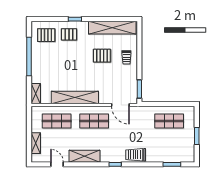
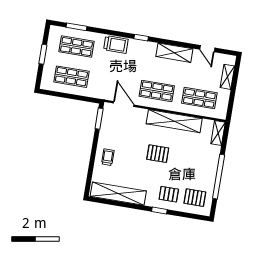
pallet: (102, 56) -> (158, 154), moved
shop shelf: (169, 147) -> (76, 47), added

